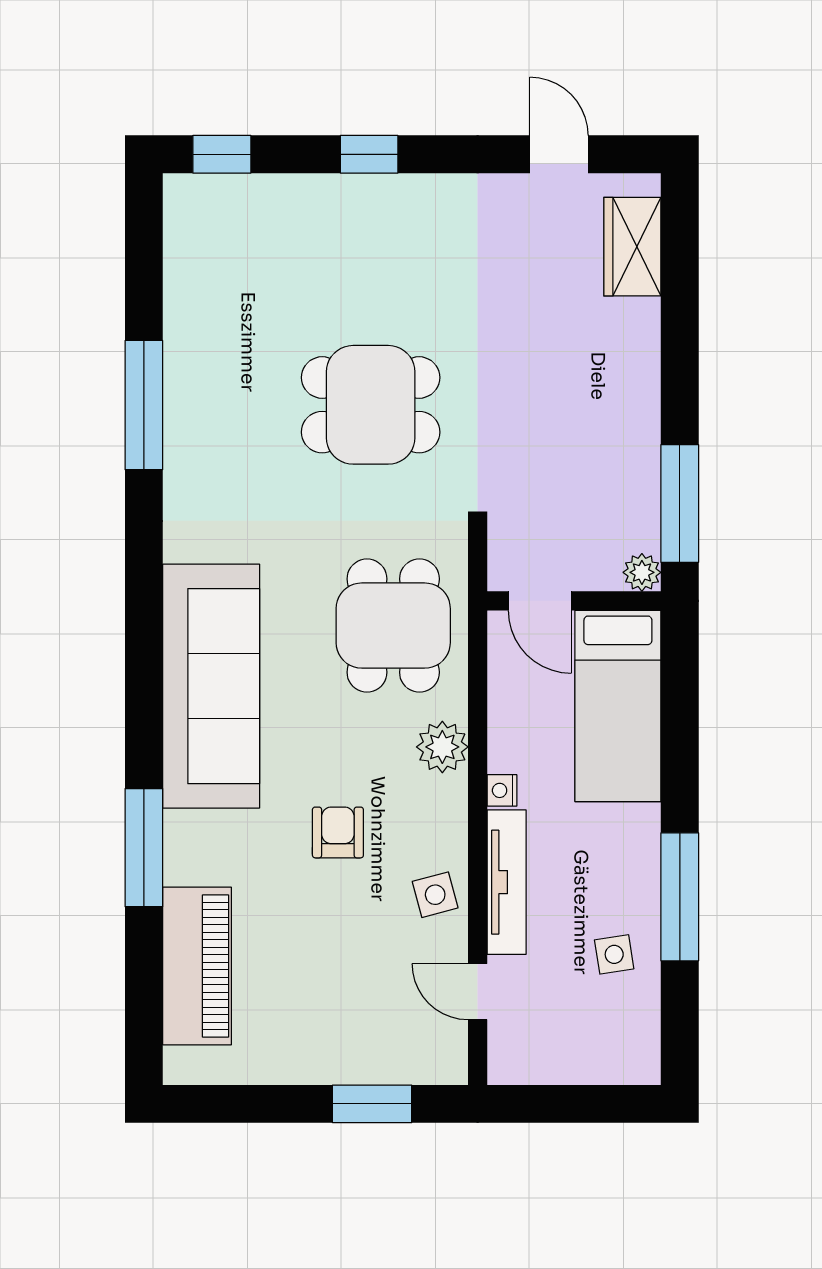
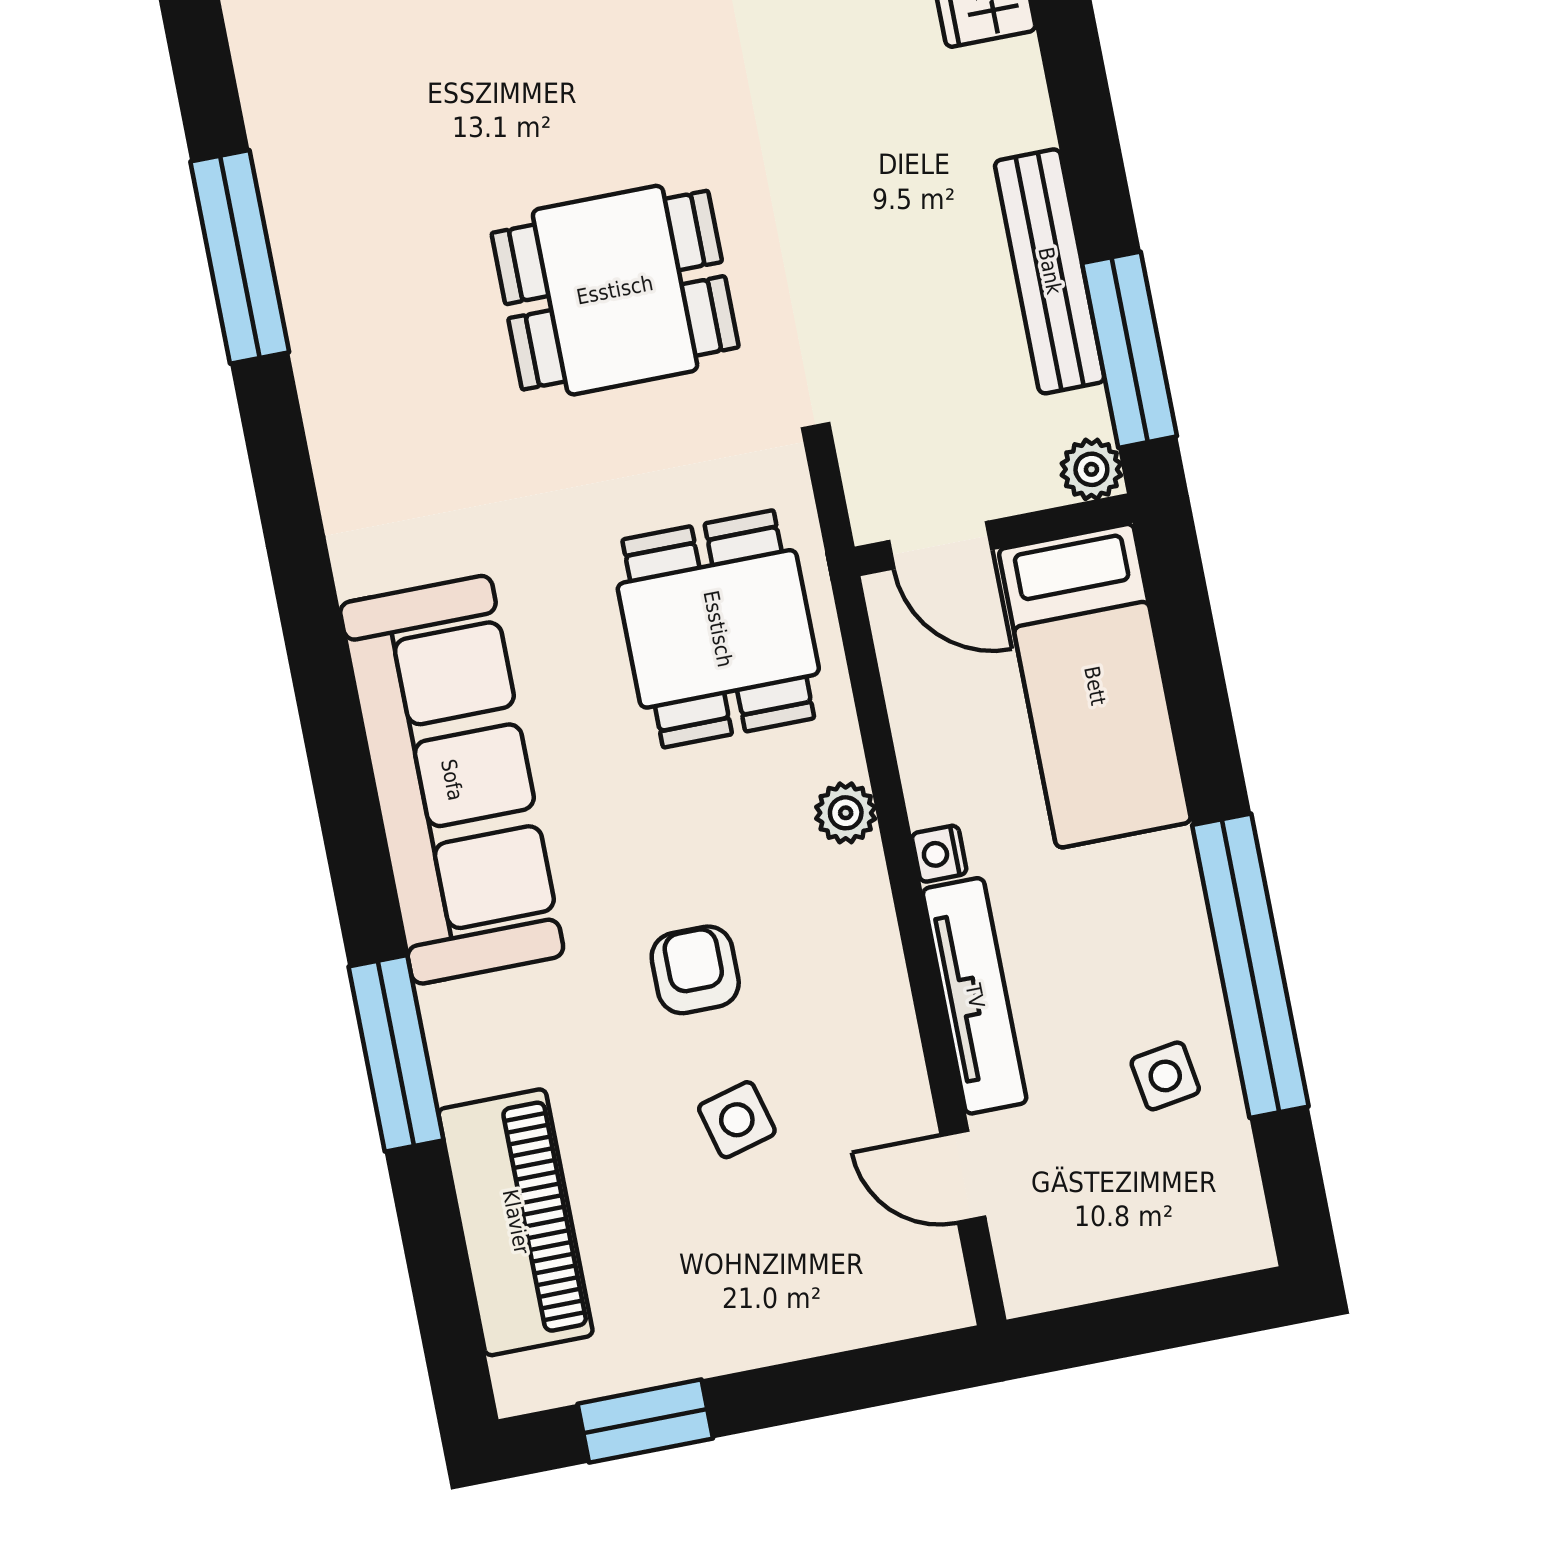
window: (144, 405) -> (240, 257), moved
bench: (640, 446) -> (1050, 271), added
plant: (442, 747) -> (846, 813), width x0.73, depth x0.73
side table: (435, 895) -> (737, 1120), moved
window: (680, 897) -> (1250, 966), width x1.46
window: (372, 1104) -> (645, 1421), moved

